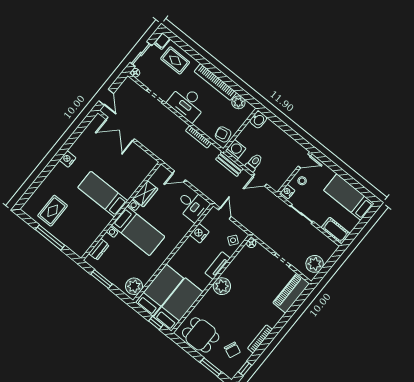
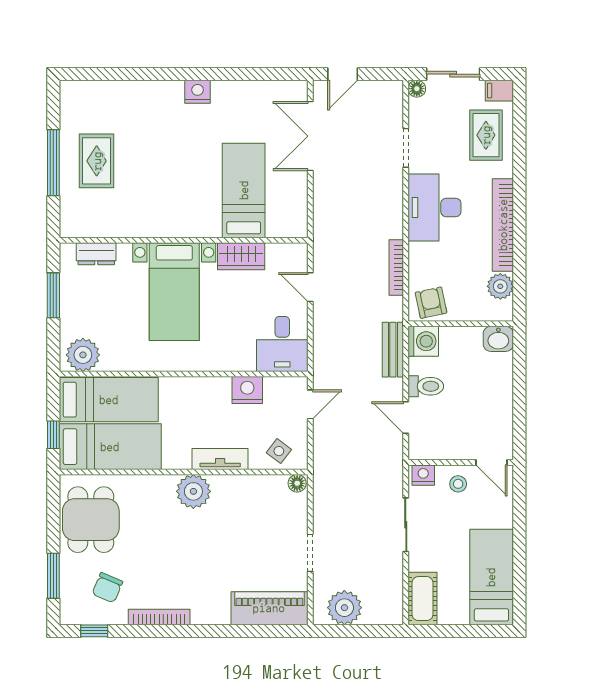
bed: (103, 194) -> (244, 190), moved
rug: (53, 211) -> (97, 161), moved, turned 90

